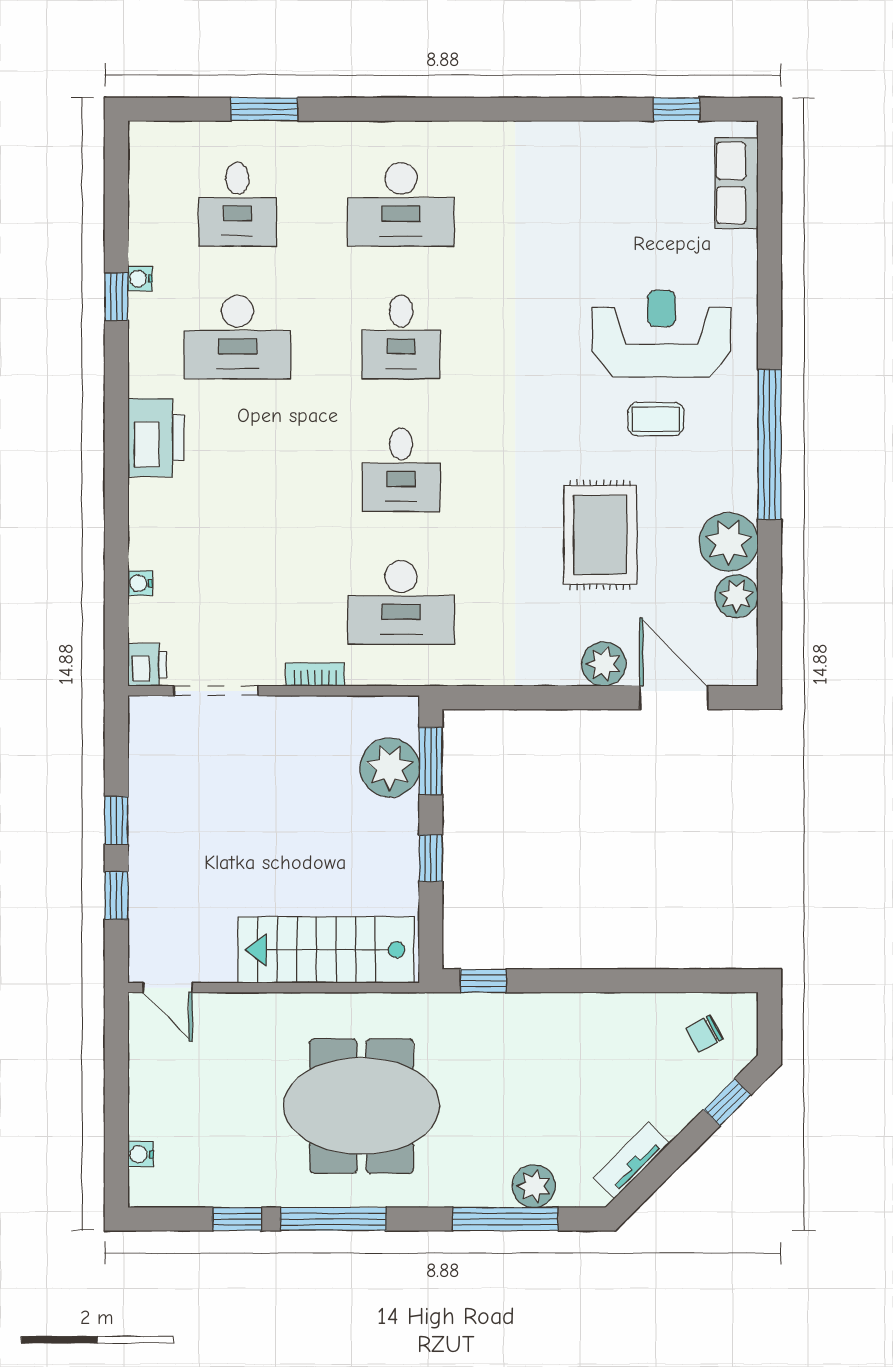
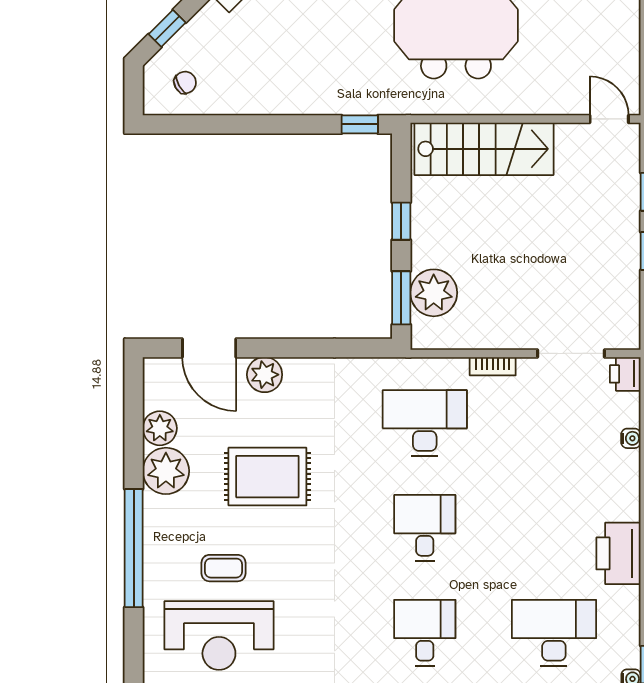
rug: (600, 535) -> (267, 477), turned 90

